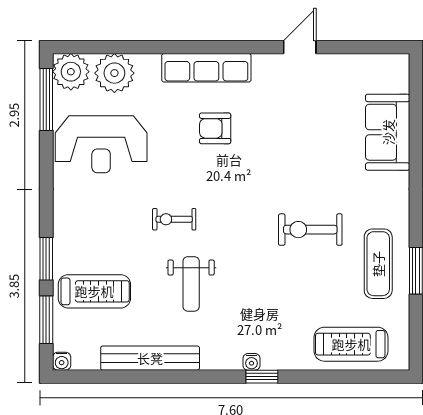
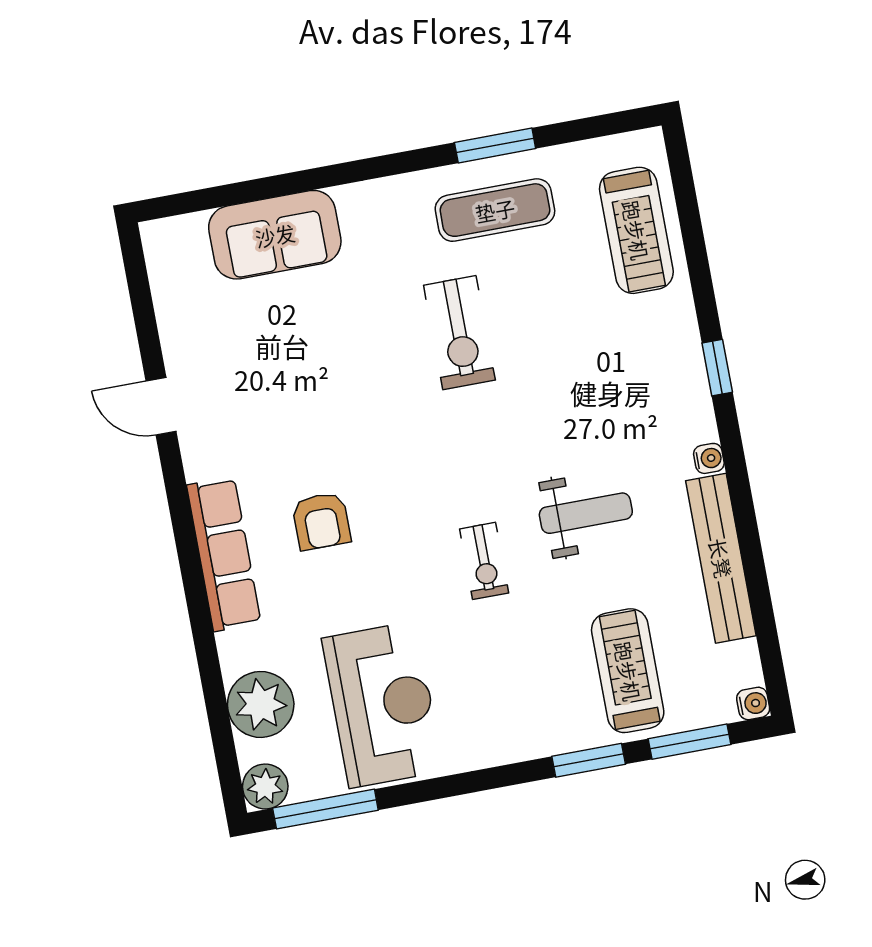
plant: (71, 72) -> (265, 787), width x0.73, depth x0.73
water cooler: (251, 362) -> (709, 458), moved

